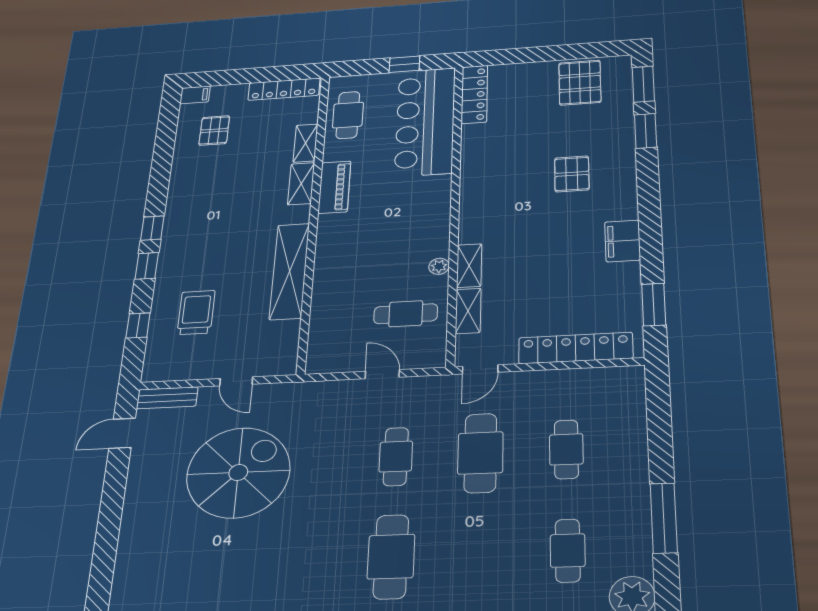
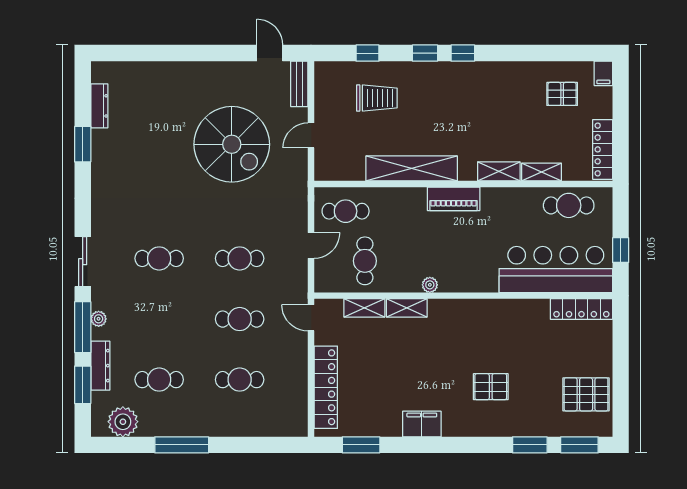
piano: (334, 187) -> (454, 199), moved
plant: (439, 266) -> (430, 285), moved
cafe table: (339, 338) -> (346, 211), added
cafe table: (480, 453) -> (240, 319), width x0.73, depth x0.74
cafe table: (391, 557) -> (159, 258), width x0.73, depth x0.74

